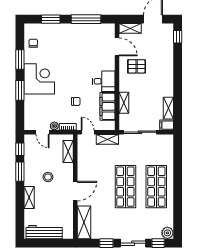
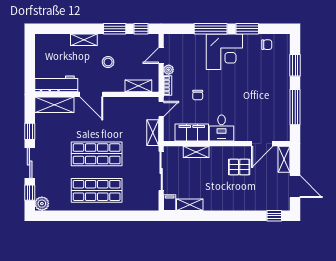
pallet: (137, 66) -> (239, 167), turned 90
window: (20, 90) -> (211, 29), width x1.44
workbench: (44, 232) -> (56, 84), moved, turned -90

